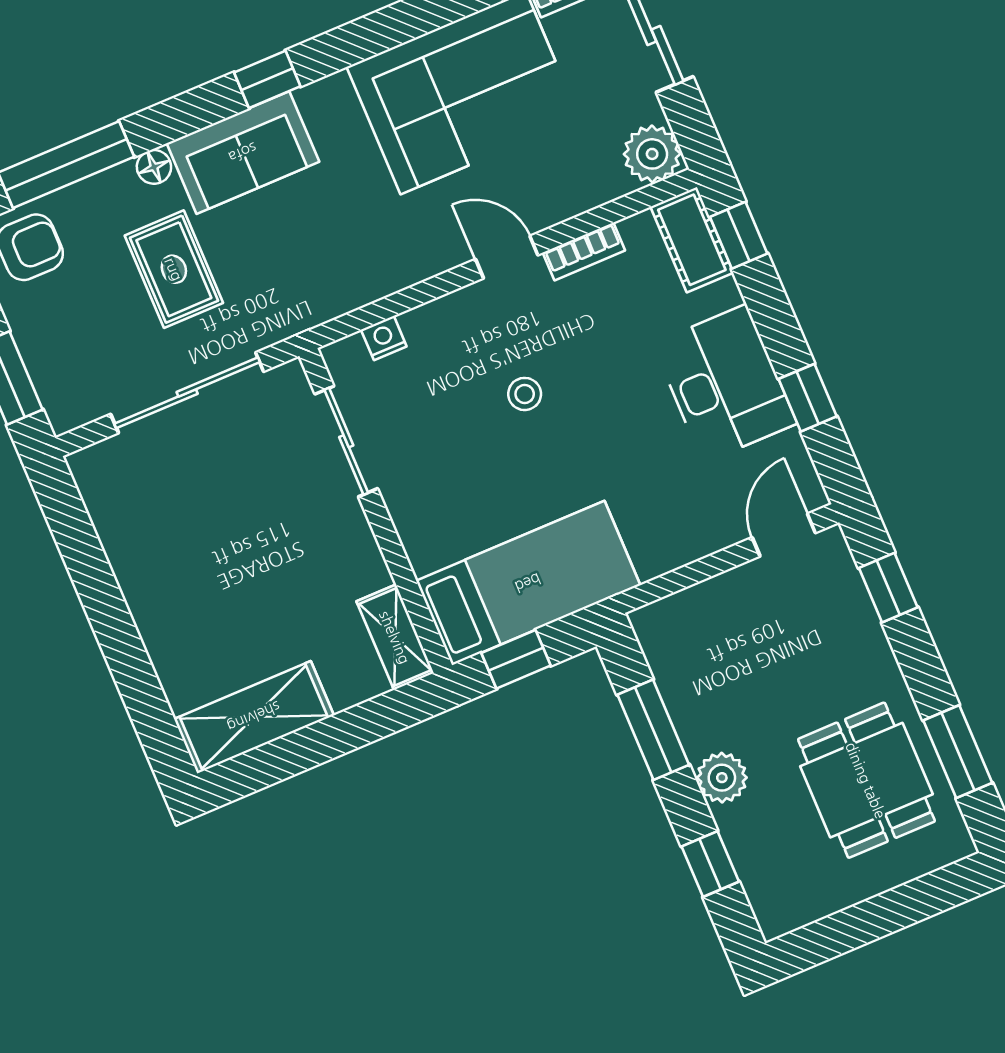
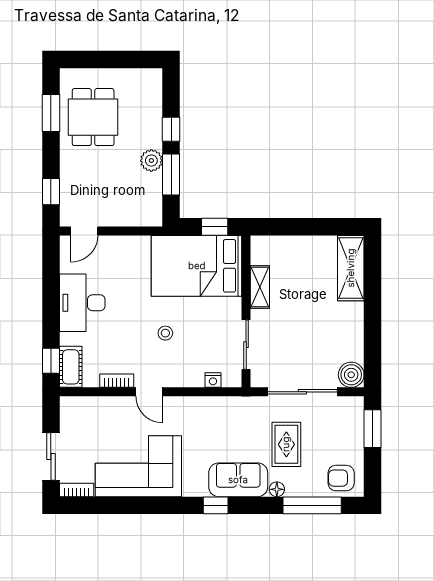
plant: (652, 154) -> (72, 409), removed
window: (808, 398) -> (51, 283), removed
boiler: (100, 471) -> (351, 375), added
bed: (528, 583) -> (197, 266), width x1.50
shelving: (395, 637) -> (260, 287), moved
shelving: (254, 717) -> (351, 268), moved, turned 90
plant: (722, 778) -> (151, 161), moved
window: (710, 864) -> (171, 129), moved

